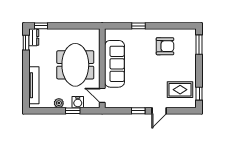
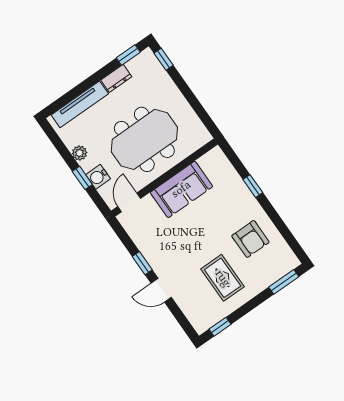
dresser: (34, 37) -> (116, 78), moved
sofa: (114, 64) -> (181, 189), width x0.73
rug: (180, 90) -> (223, 278), moved

